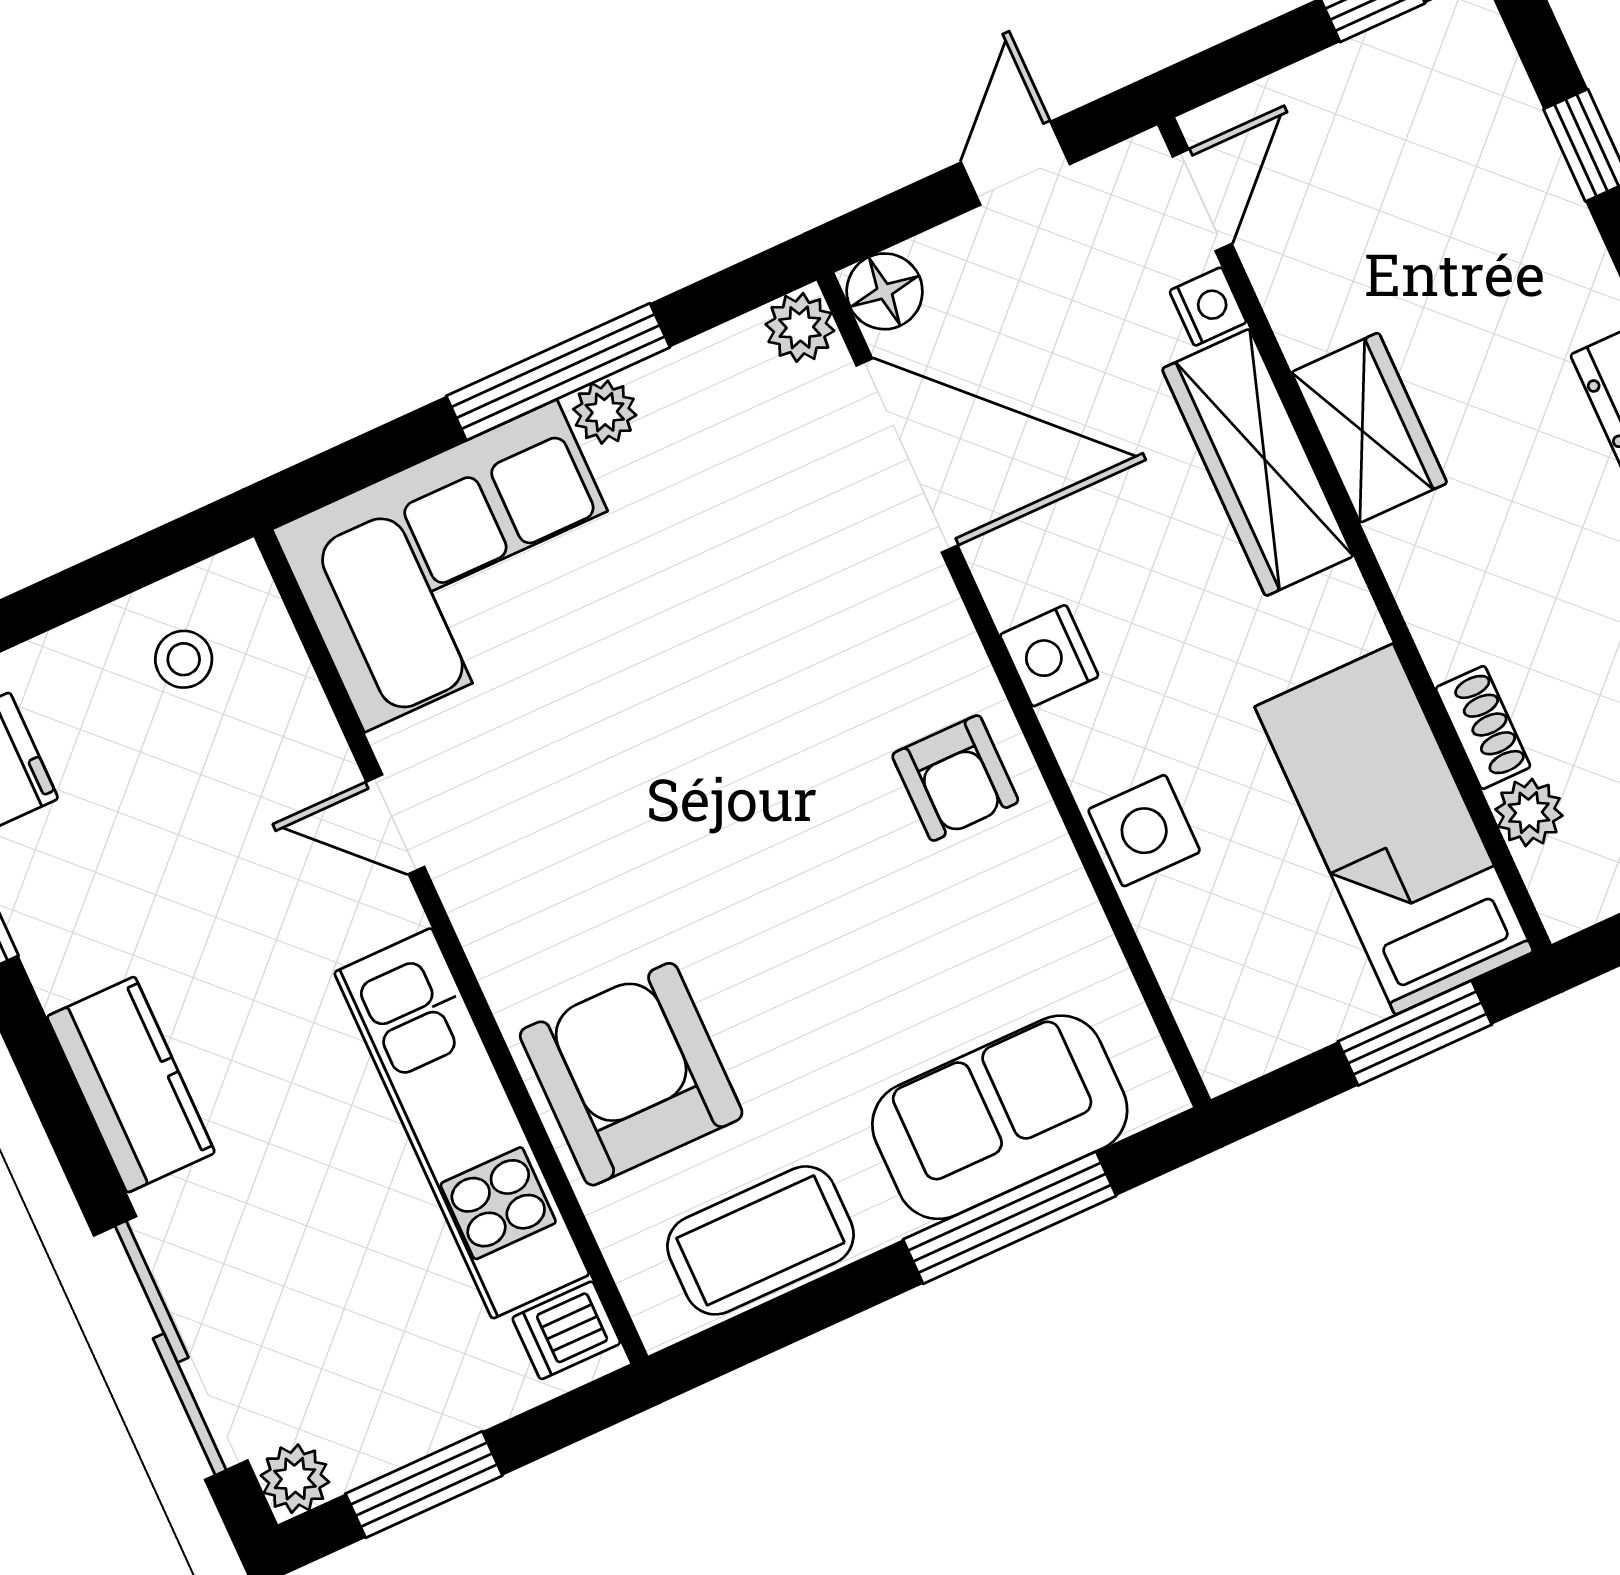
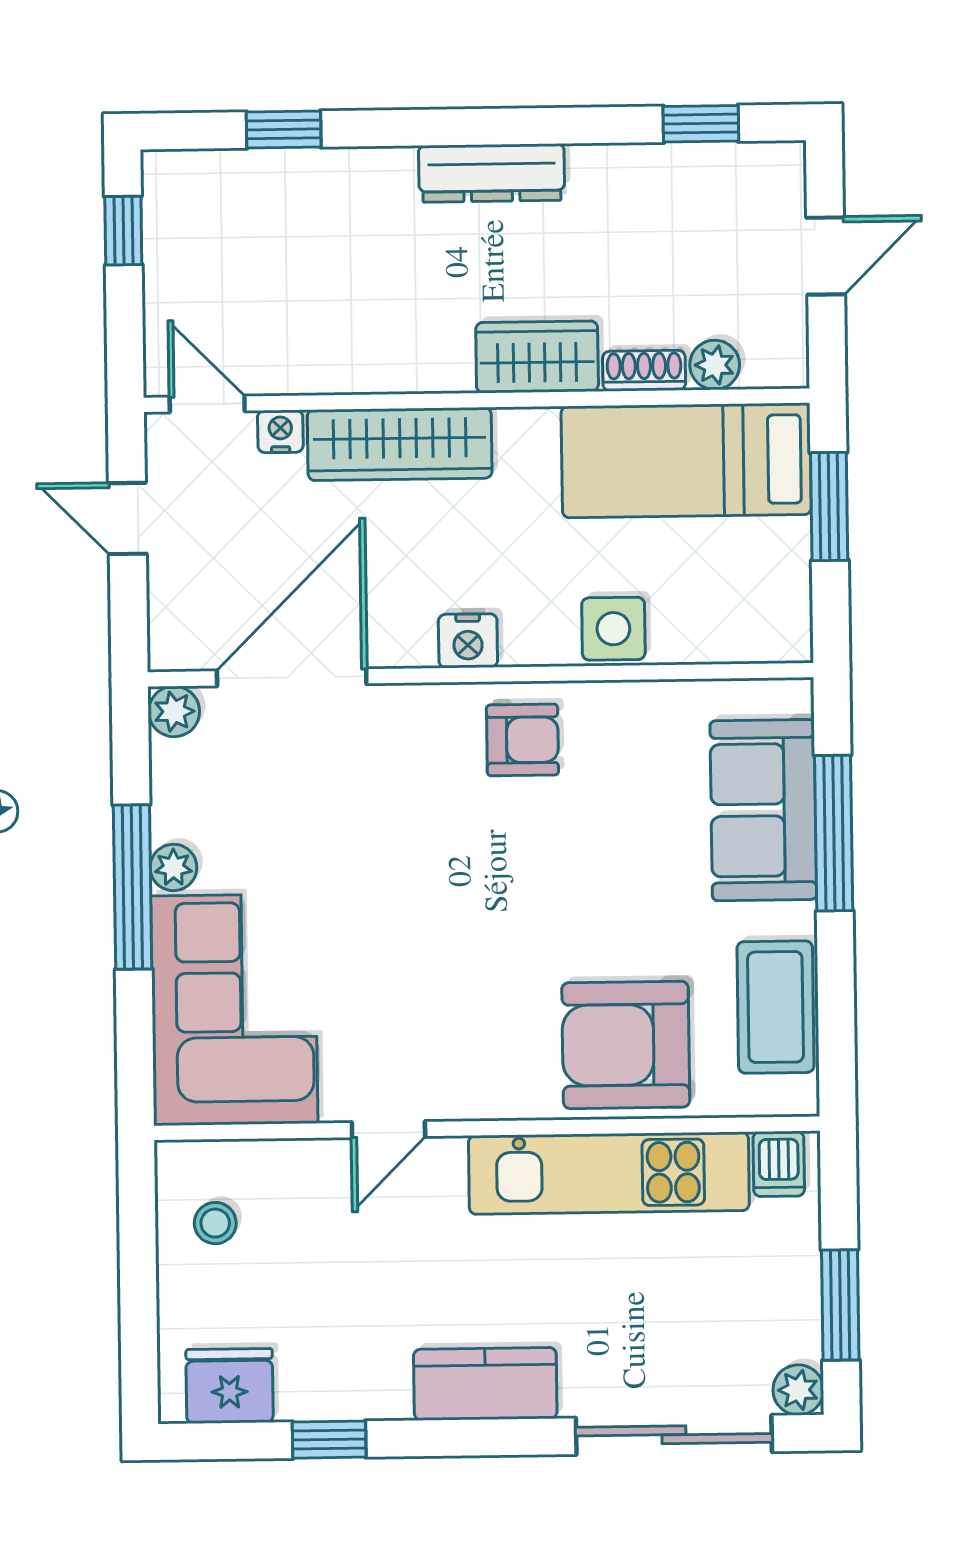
floor lamp: (885, 291) -> (175, 644), removed
wardrobe: (1369, 428) -> (537, 357), moved

